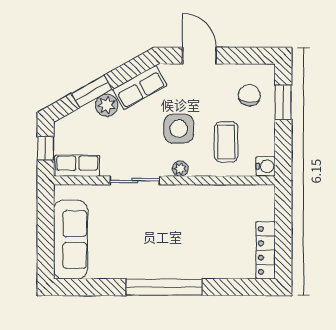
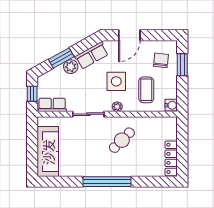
door: (199, 56) -> (129, 35), swing flipped
cafe table: (188, 222) -> (122, 140), added

